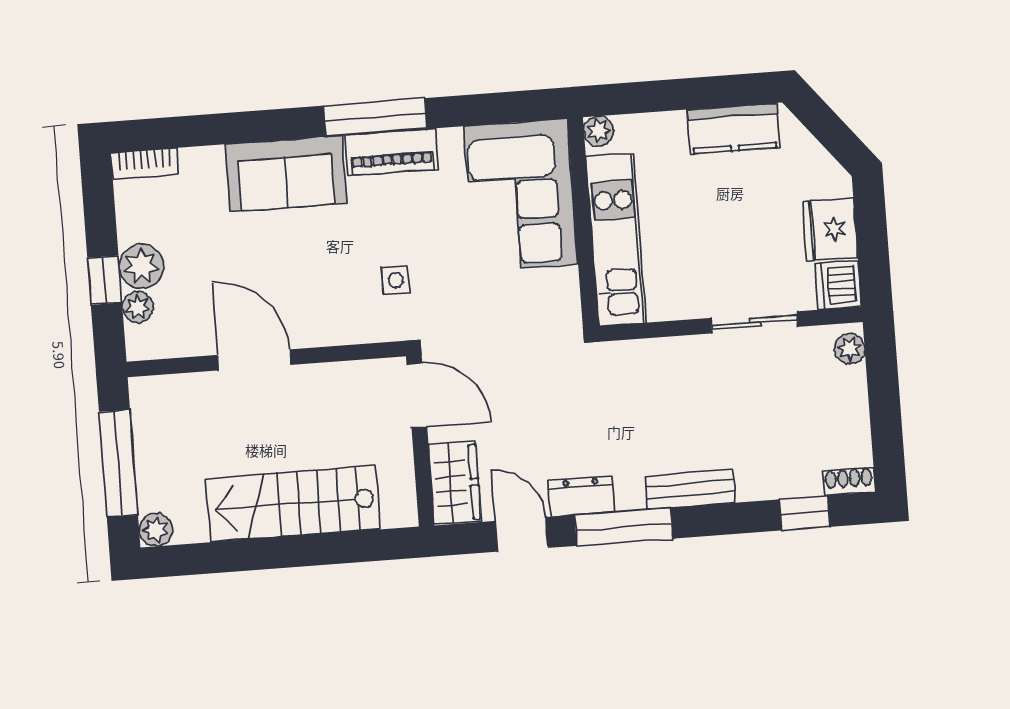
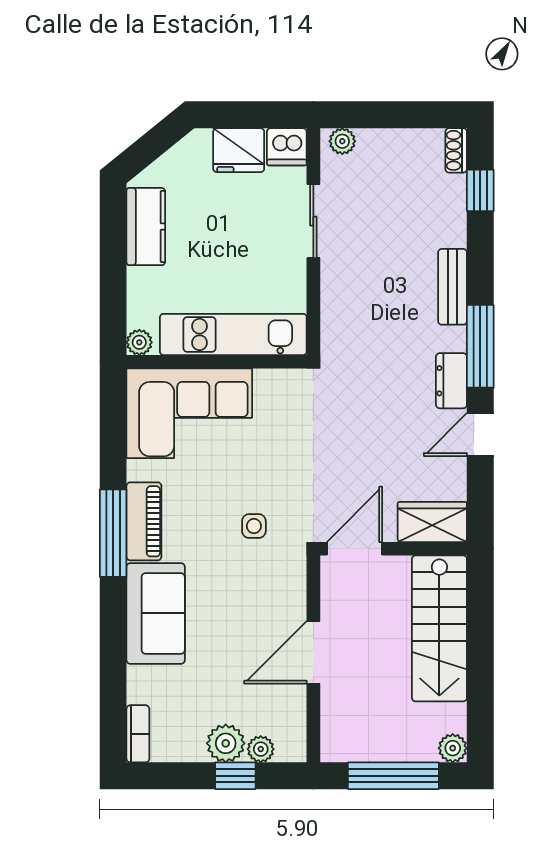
door: (417, 396) -> (354, 549), moved
wall: (420, 441) -> (394, 549), moved
wardrobe: (455, 483) -> (432, 522), moved

